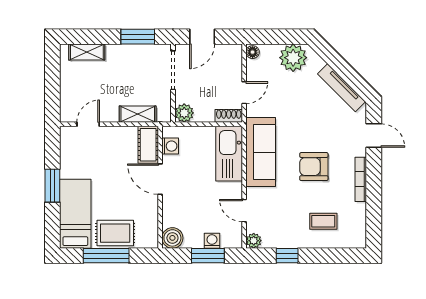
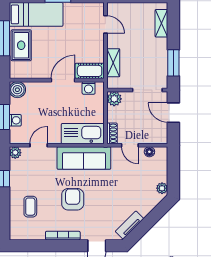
floor lamp: (253, 52) -> (149, 152), moved
plant: (293, 58) -> (162, 188), width x0.53, depth x0.53
tv unit: (342, 88) -> (130, 225), width x0.71

